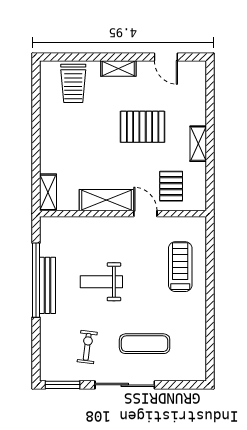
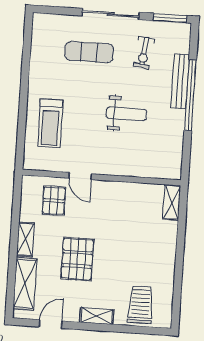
door: (166, 57) -> (51, 324), hinge flipped
pallet: (143, 127) -> (77, 259), turned 90
shelving: (106, 200) -> (25, 284), moved, turned 90
window: (36, 280) -> (190, 95), moved
bench: (48, 285) -> (180, 81), moved

